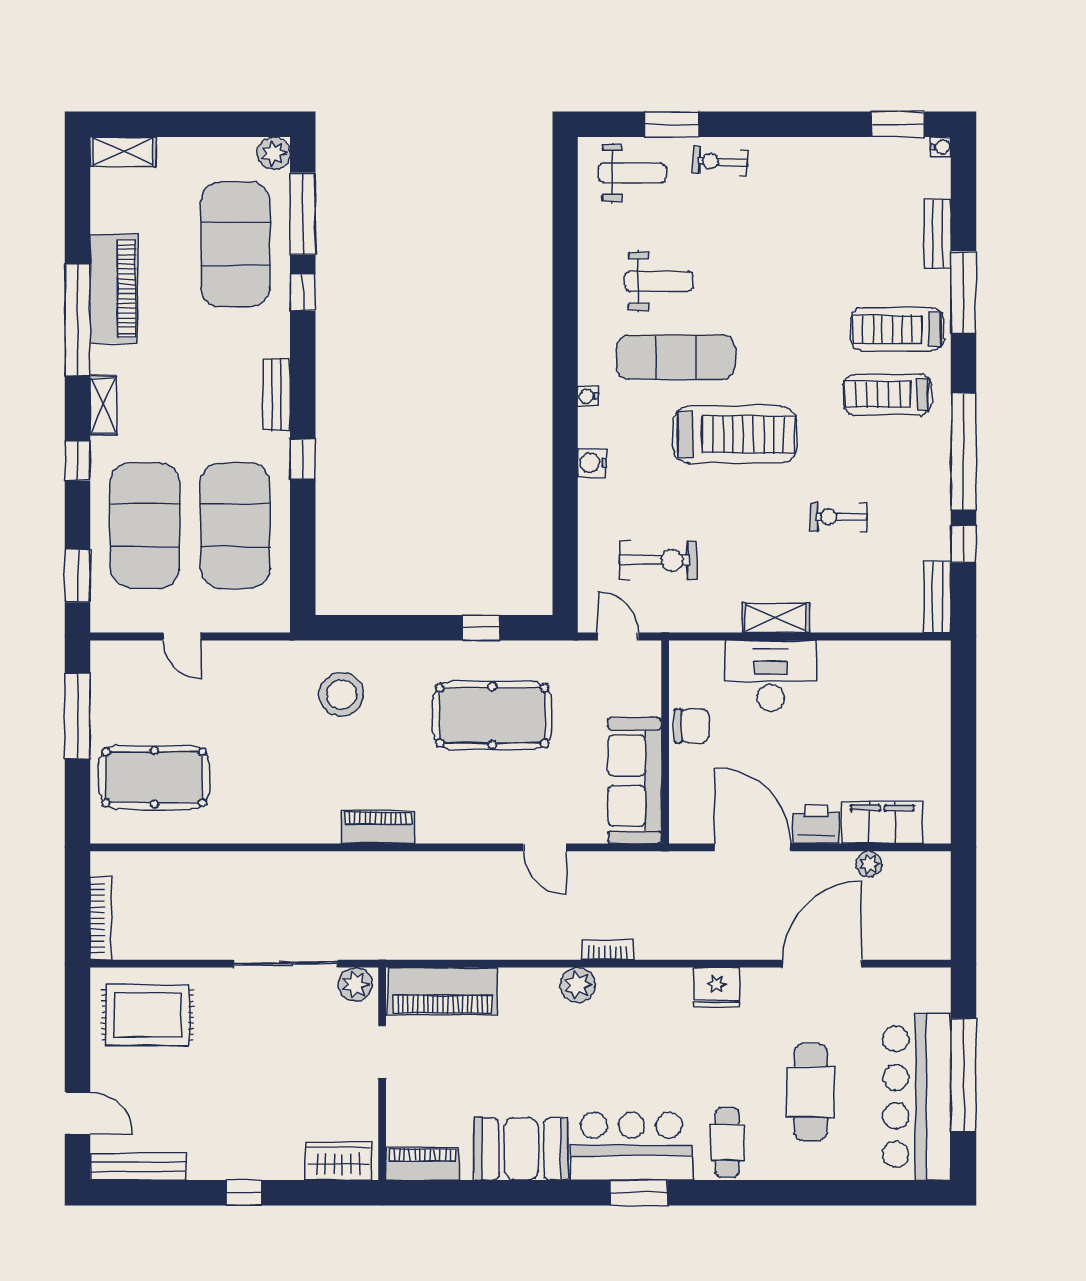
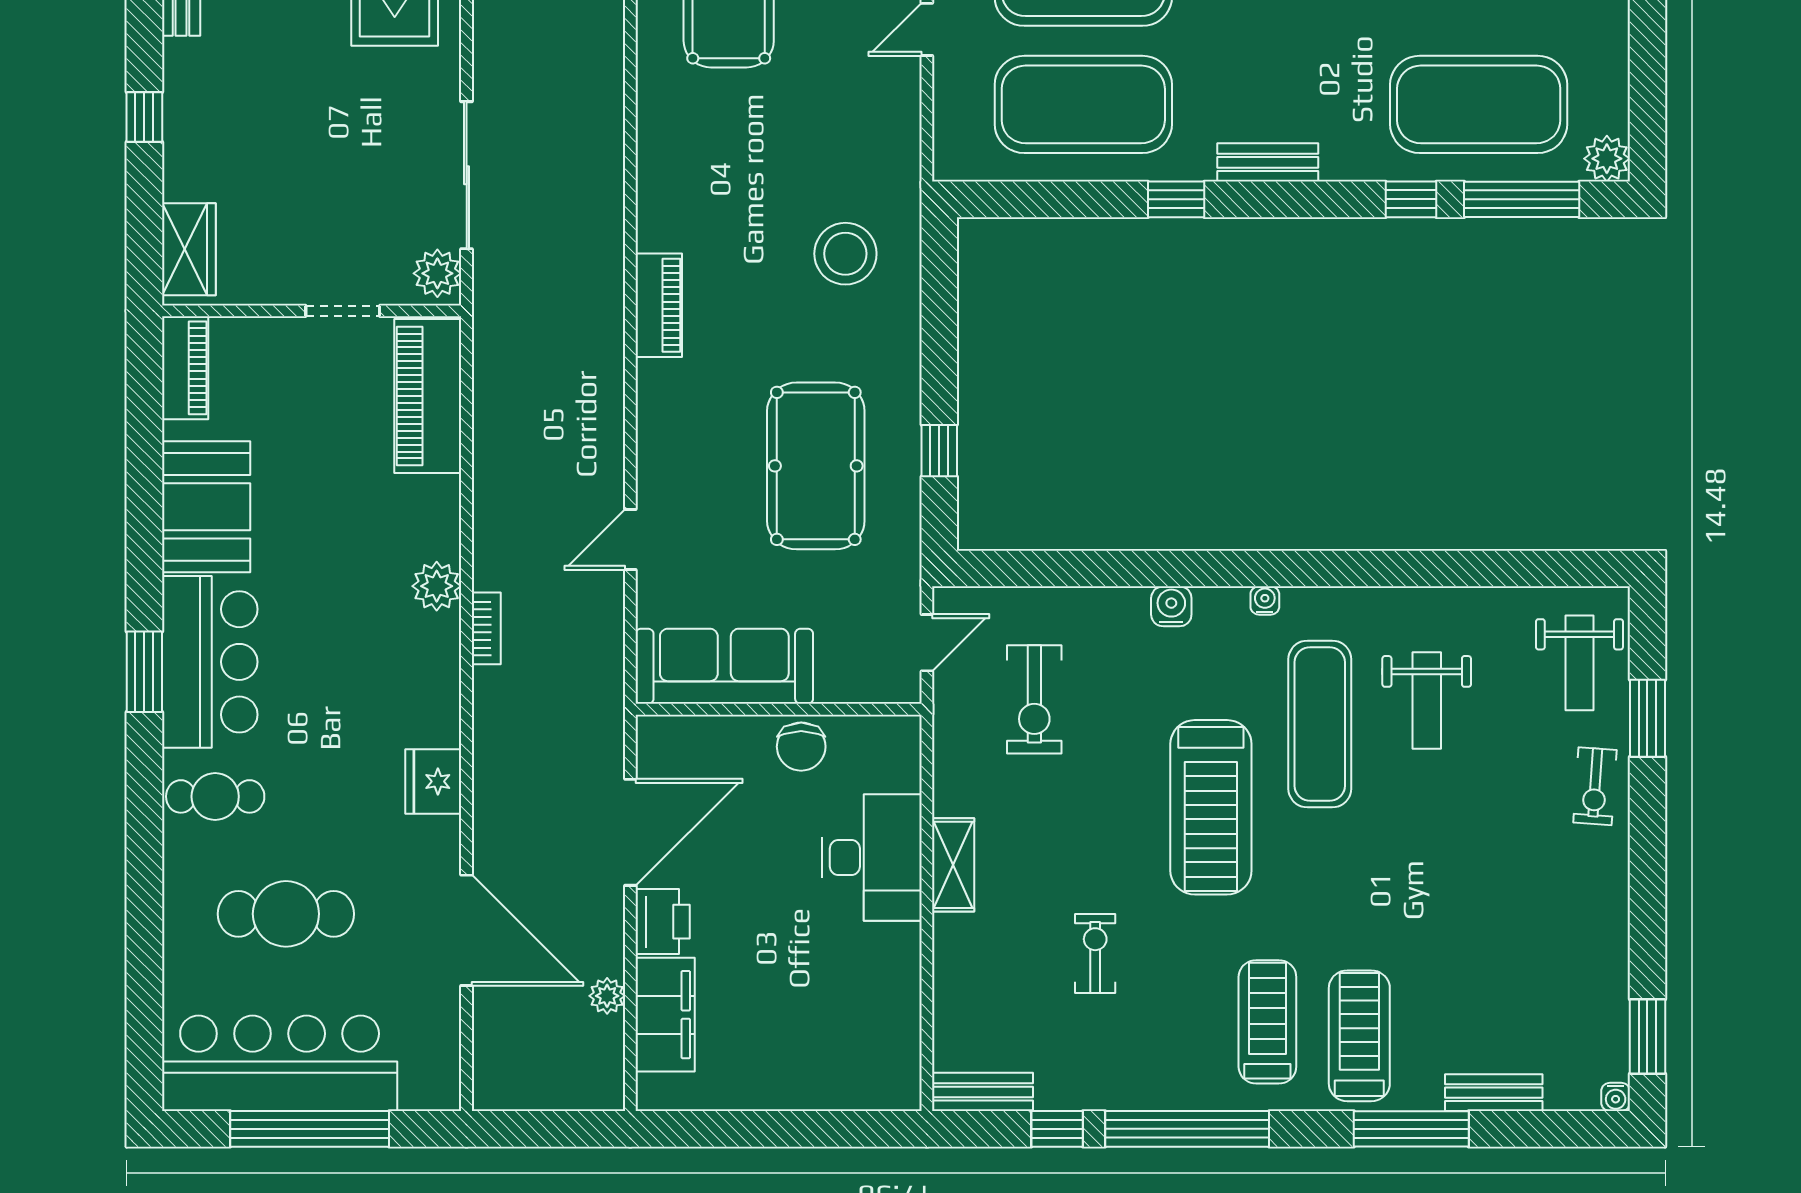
exercise bike: (720, 162) -> (1595, 786), turned 180

